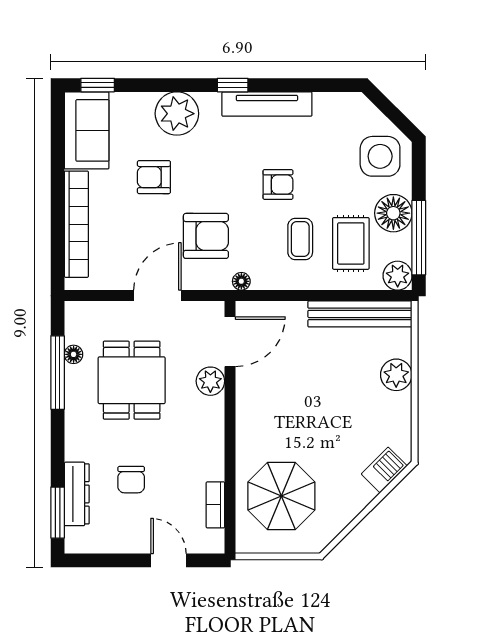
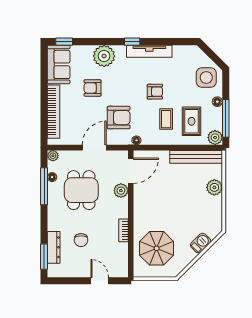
floor lamp: (393, 213) -> (217, 102), width x0.53, depth x0.53
plant: (75, 312) -> (53, 156), added
barbecue: (384, 470) -> (201, 243), moved
bookcase: (215, 505) -> (123, 230), moved

